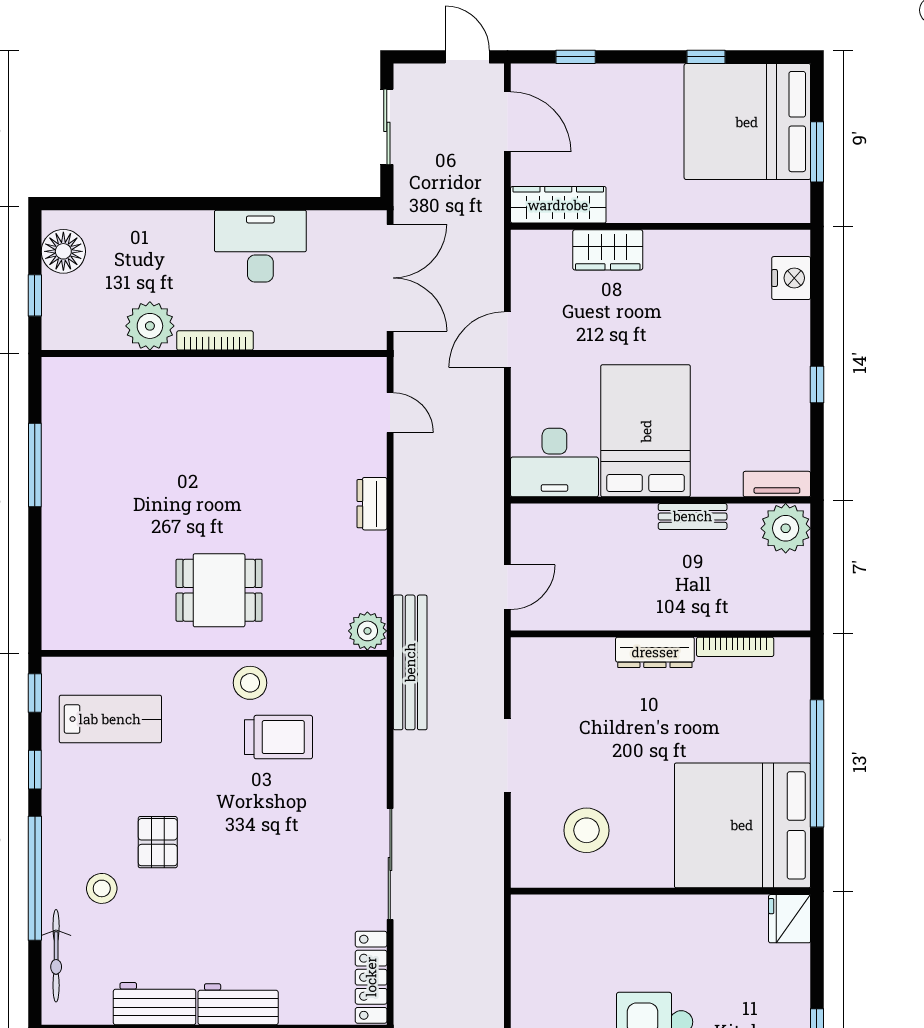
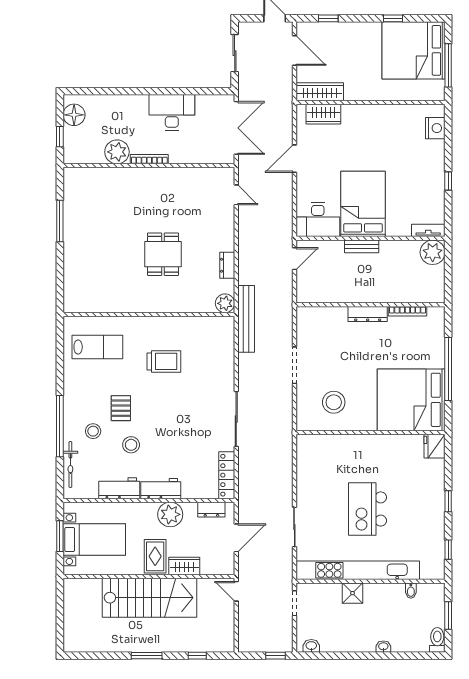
window: (817, 152) -> (448, 65), width x1.44
wardrobe: (608, 250) -> (323, 114), moved
dresser: (372, 504) -> (227, 265), moved
bench: (693, 516) -> (362, 246), moved
door: (507, 587) -> (294, 259), moved
dining table: (219, 590) -> (163, 254), moved, turned 90
stool: (250, 683) -> (131, 445), moved
window: (35, 693) -> (60, 334), removed
trolley: (279, 737) -> (164, 361), moved
window: (35, 770) -> (60, 372), removed

